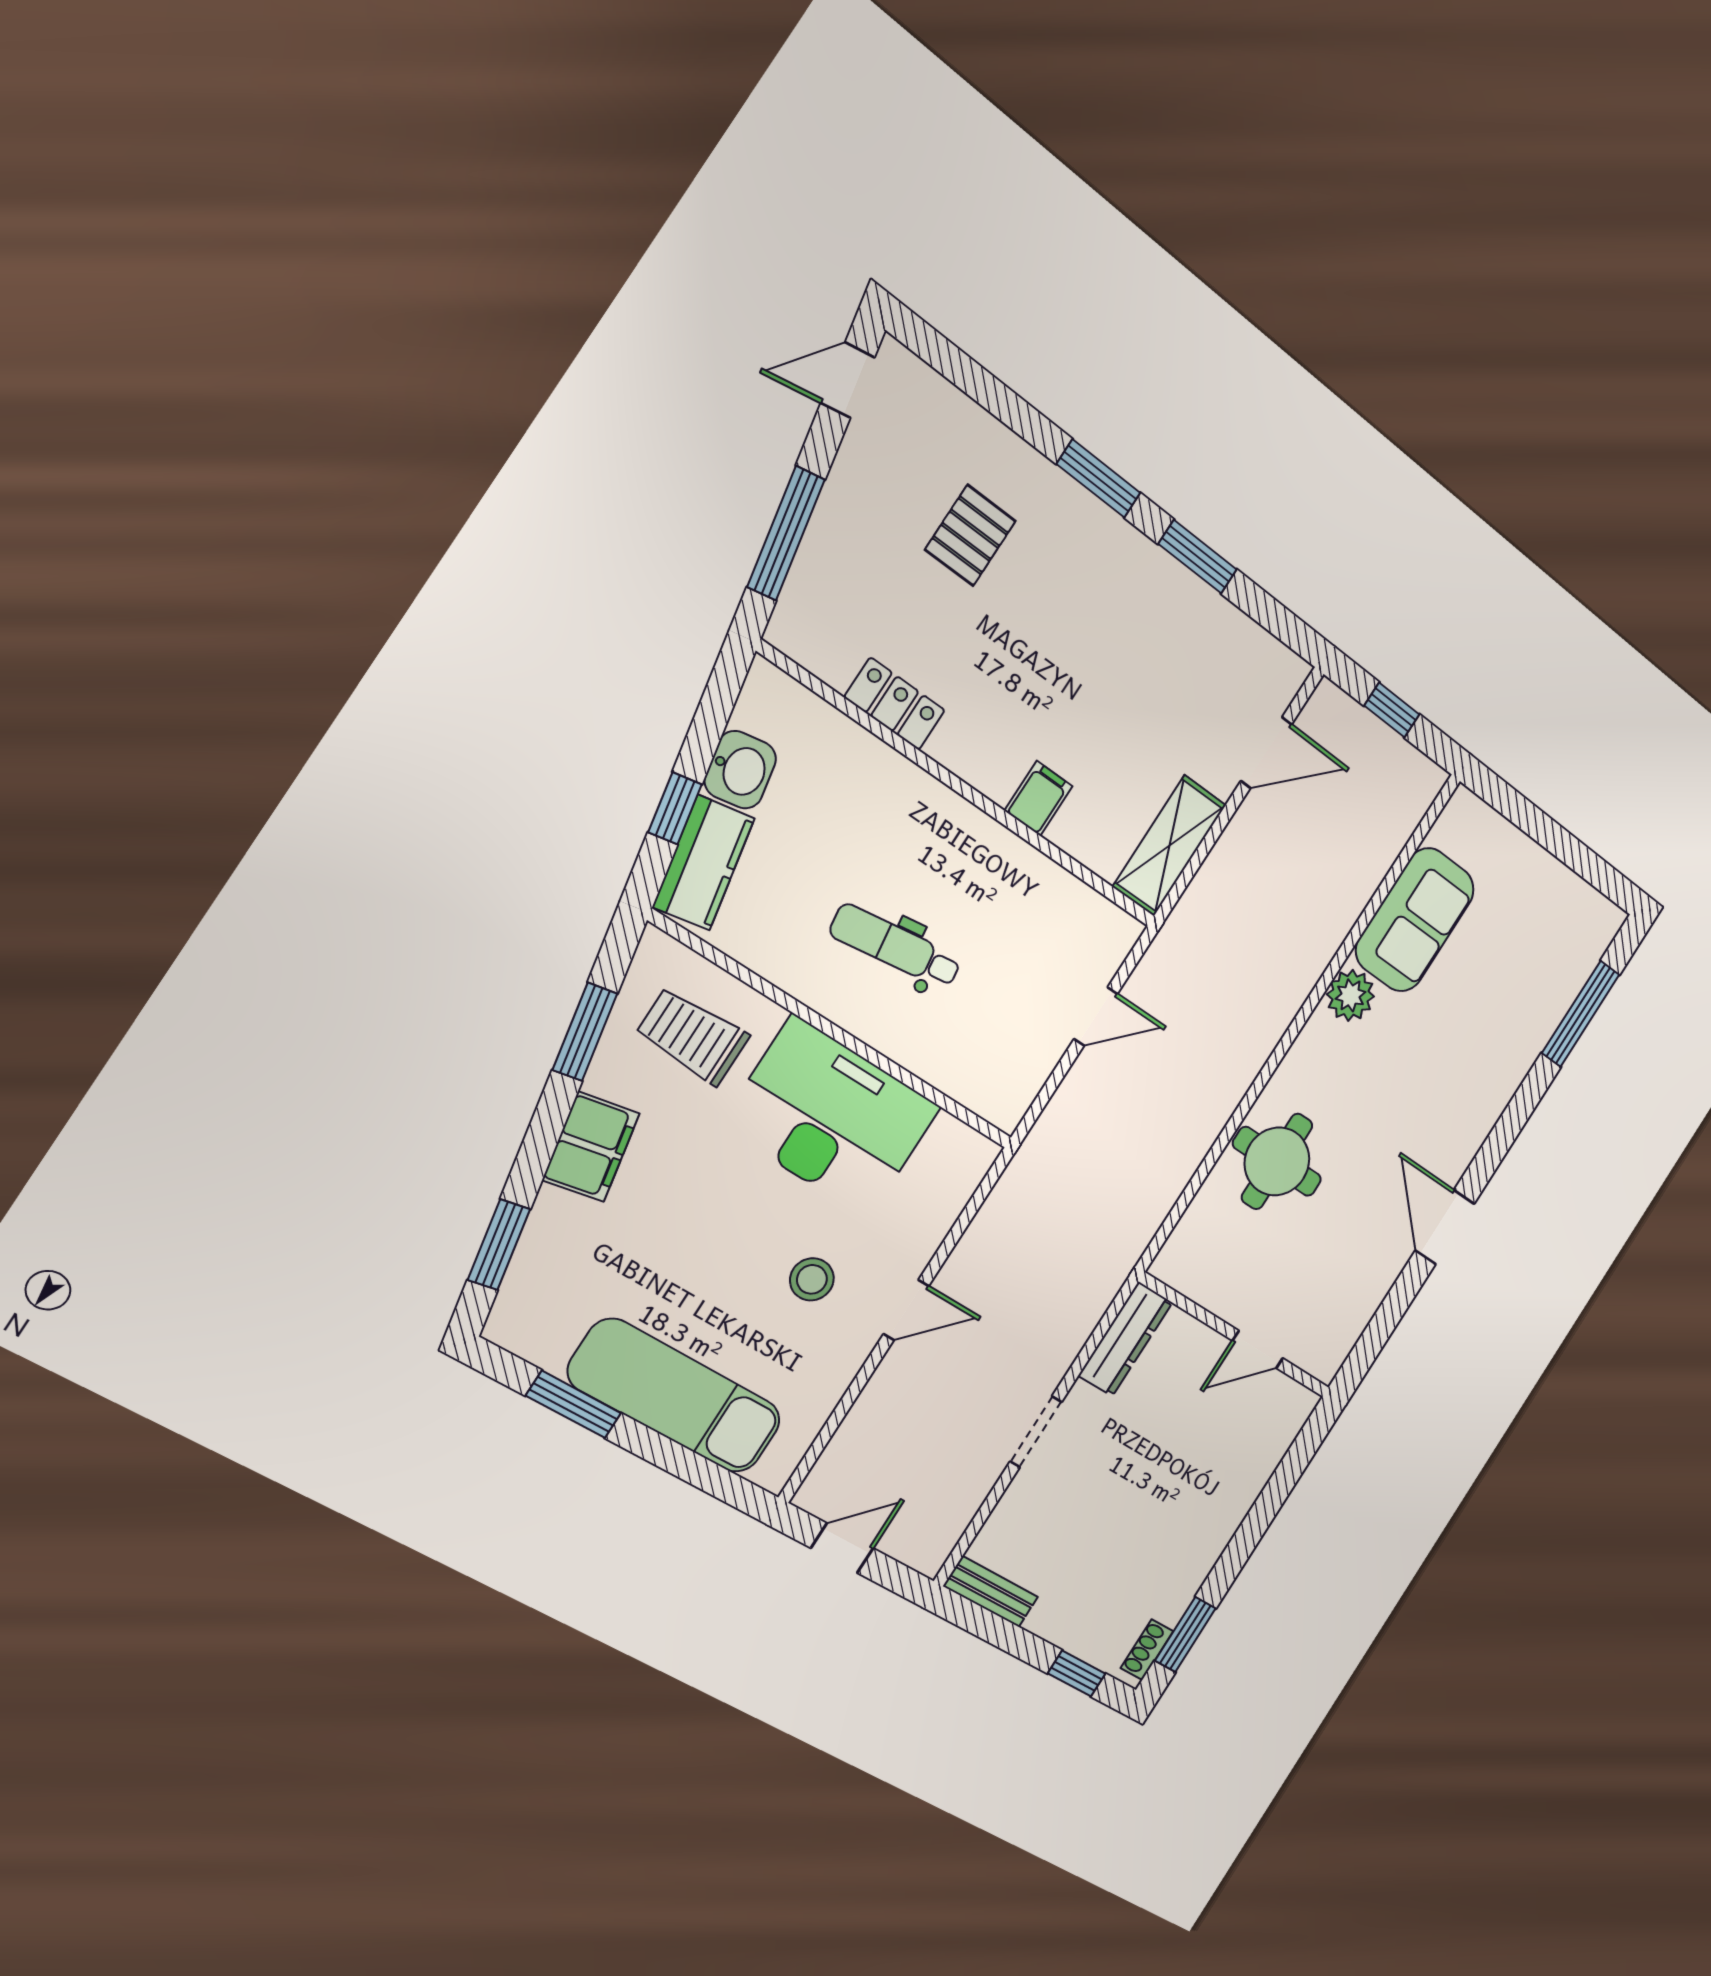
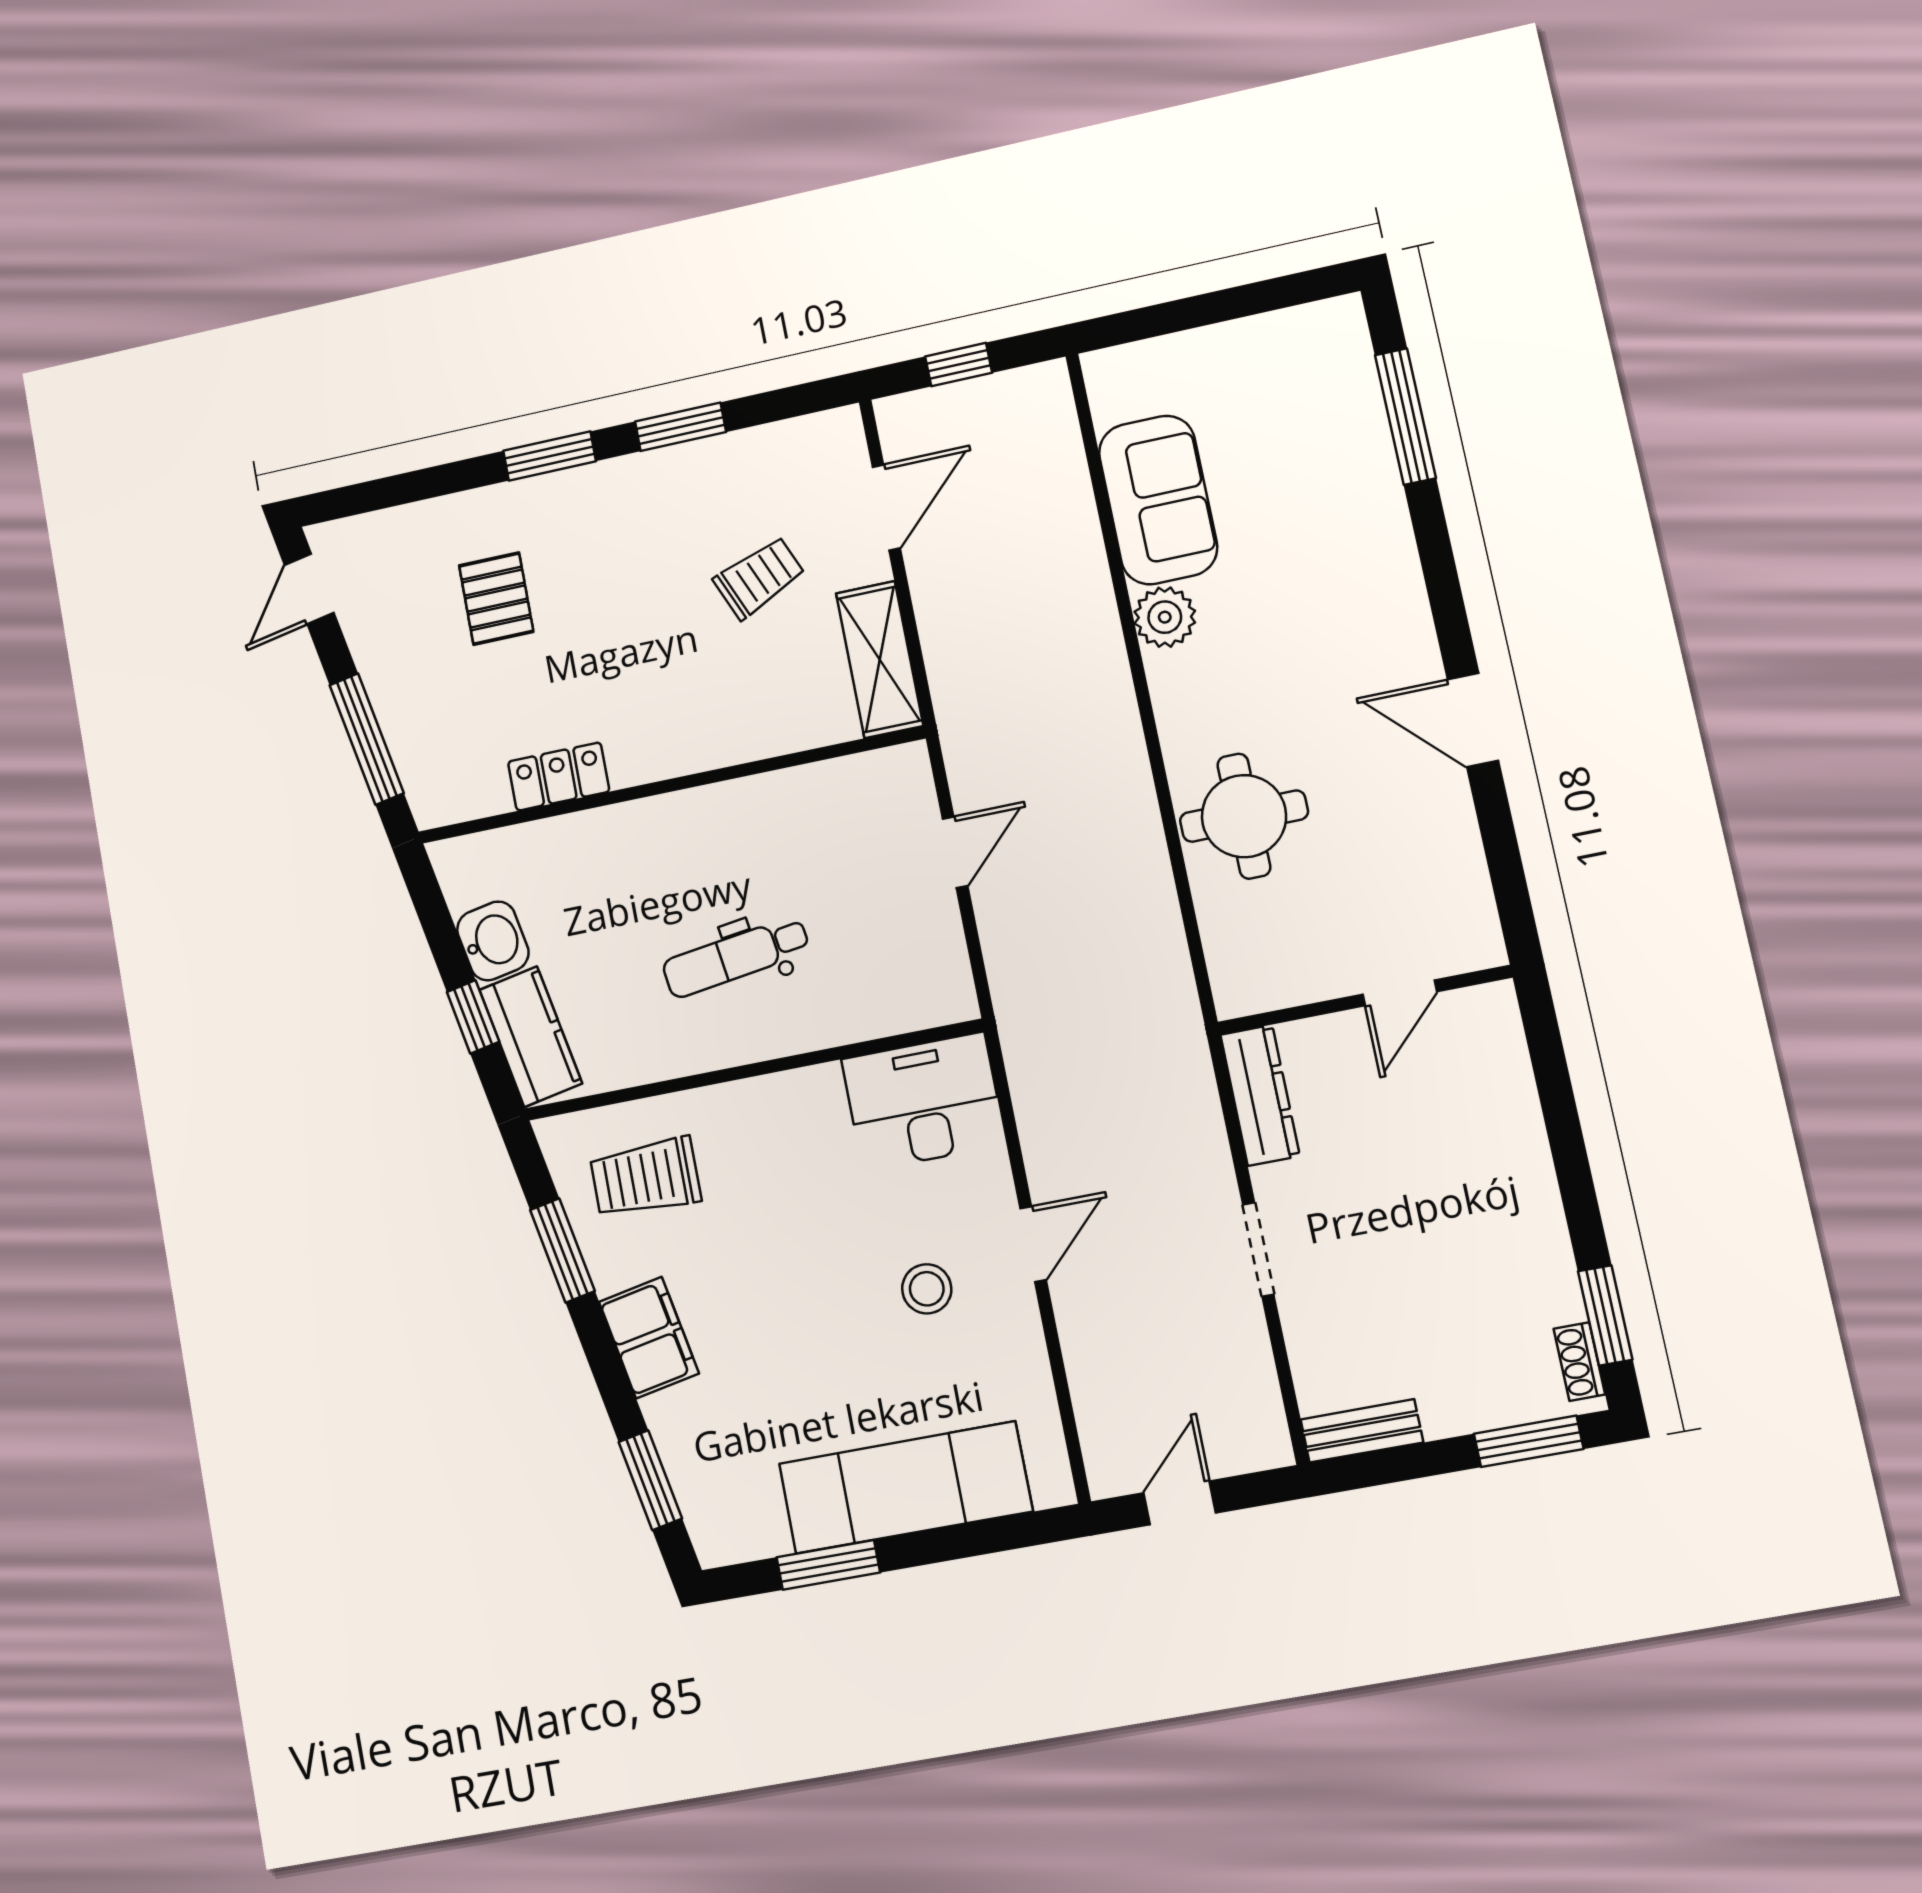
trolley: (1149, 712) -> (759, 578), added
filing cabinet: (1038, 798) -> (737, 732), removed
desk: (831, 1117) -> (924, 1102), moved, width x0.73, depth x0.77
window: (1077, 1674) -> (1529, 1441), width x1.50

